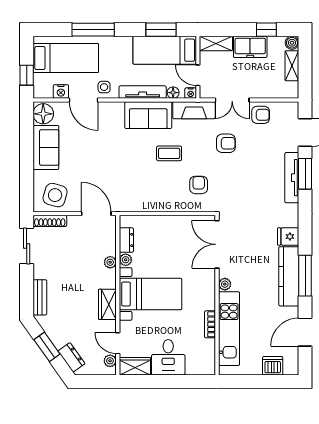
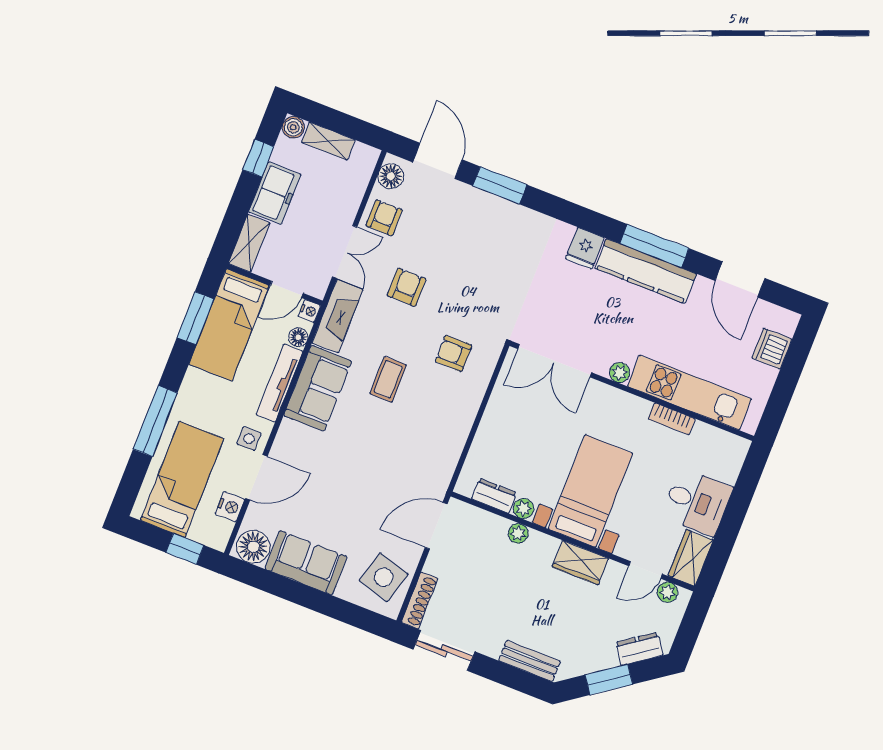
floor lamp: (286, 109) -> (391, 176), added
tv unit: (292, 178) -> (498, 208), removed

